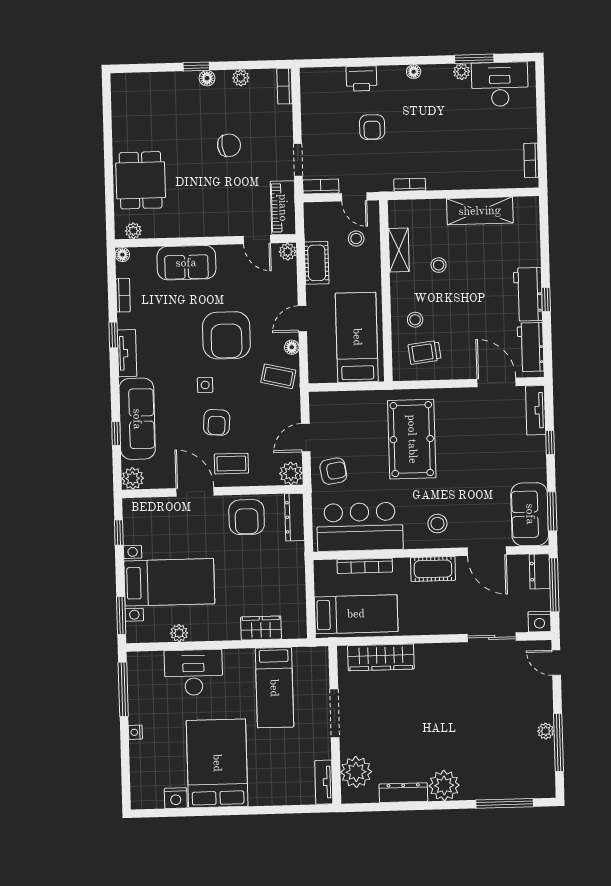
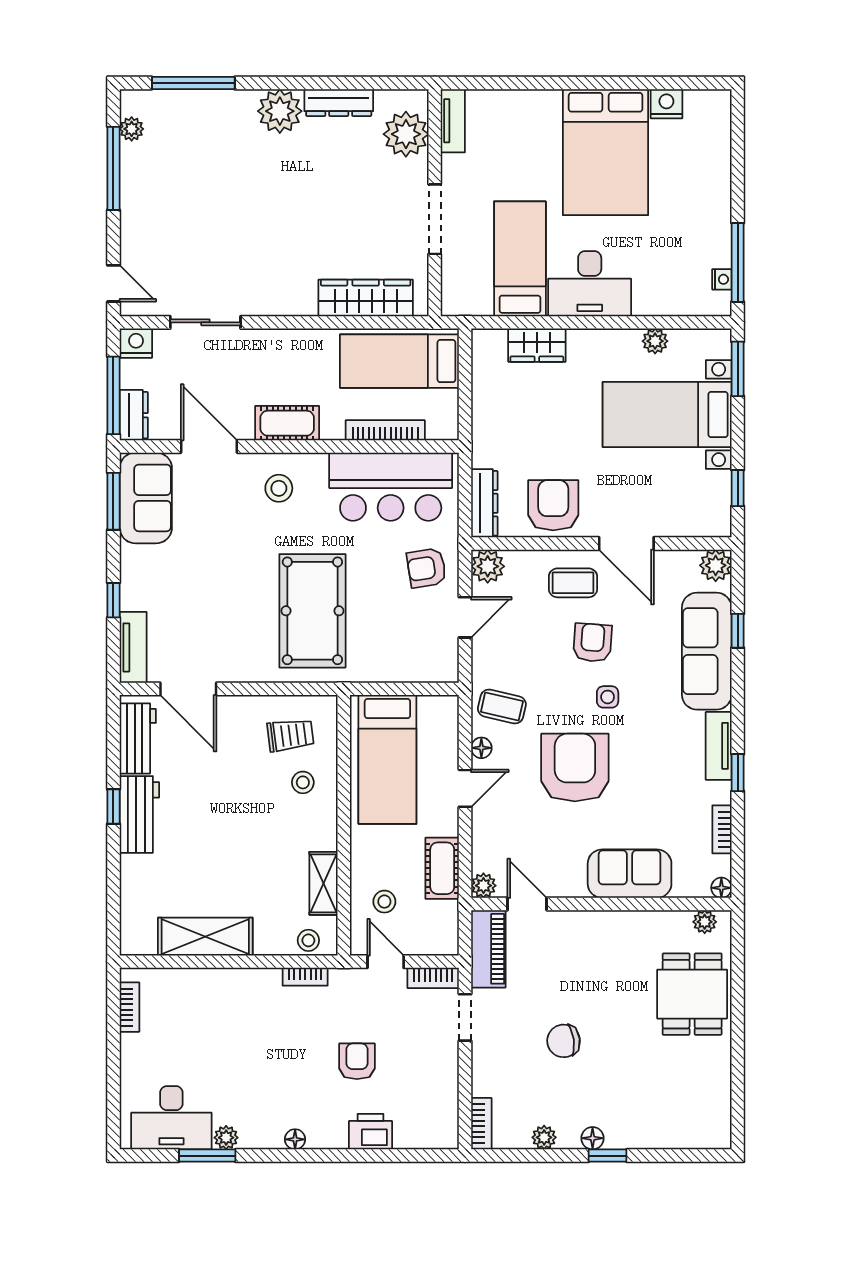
stool: (439, 265) -> (308, 940), moved
desk: (194, 673) -> (590, 284), moved
plant: (546, 731) -> (132, 129), moved
nightstand: (135, 732) -> (722, 279), moved

